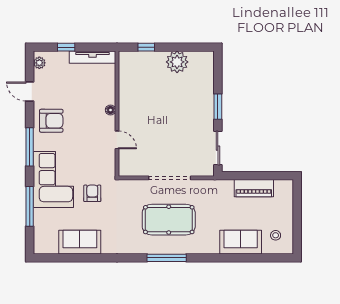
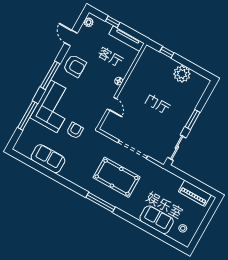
piano: (254, 188) -> (195, 193), moved

